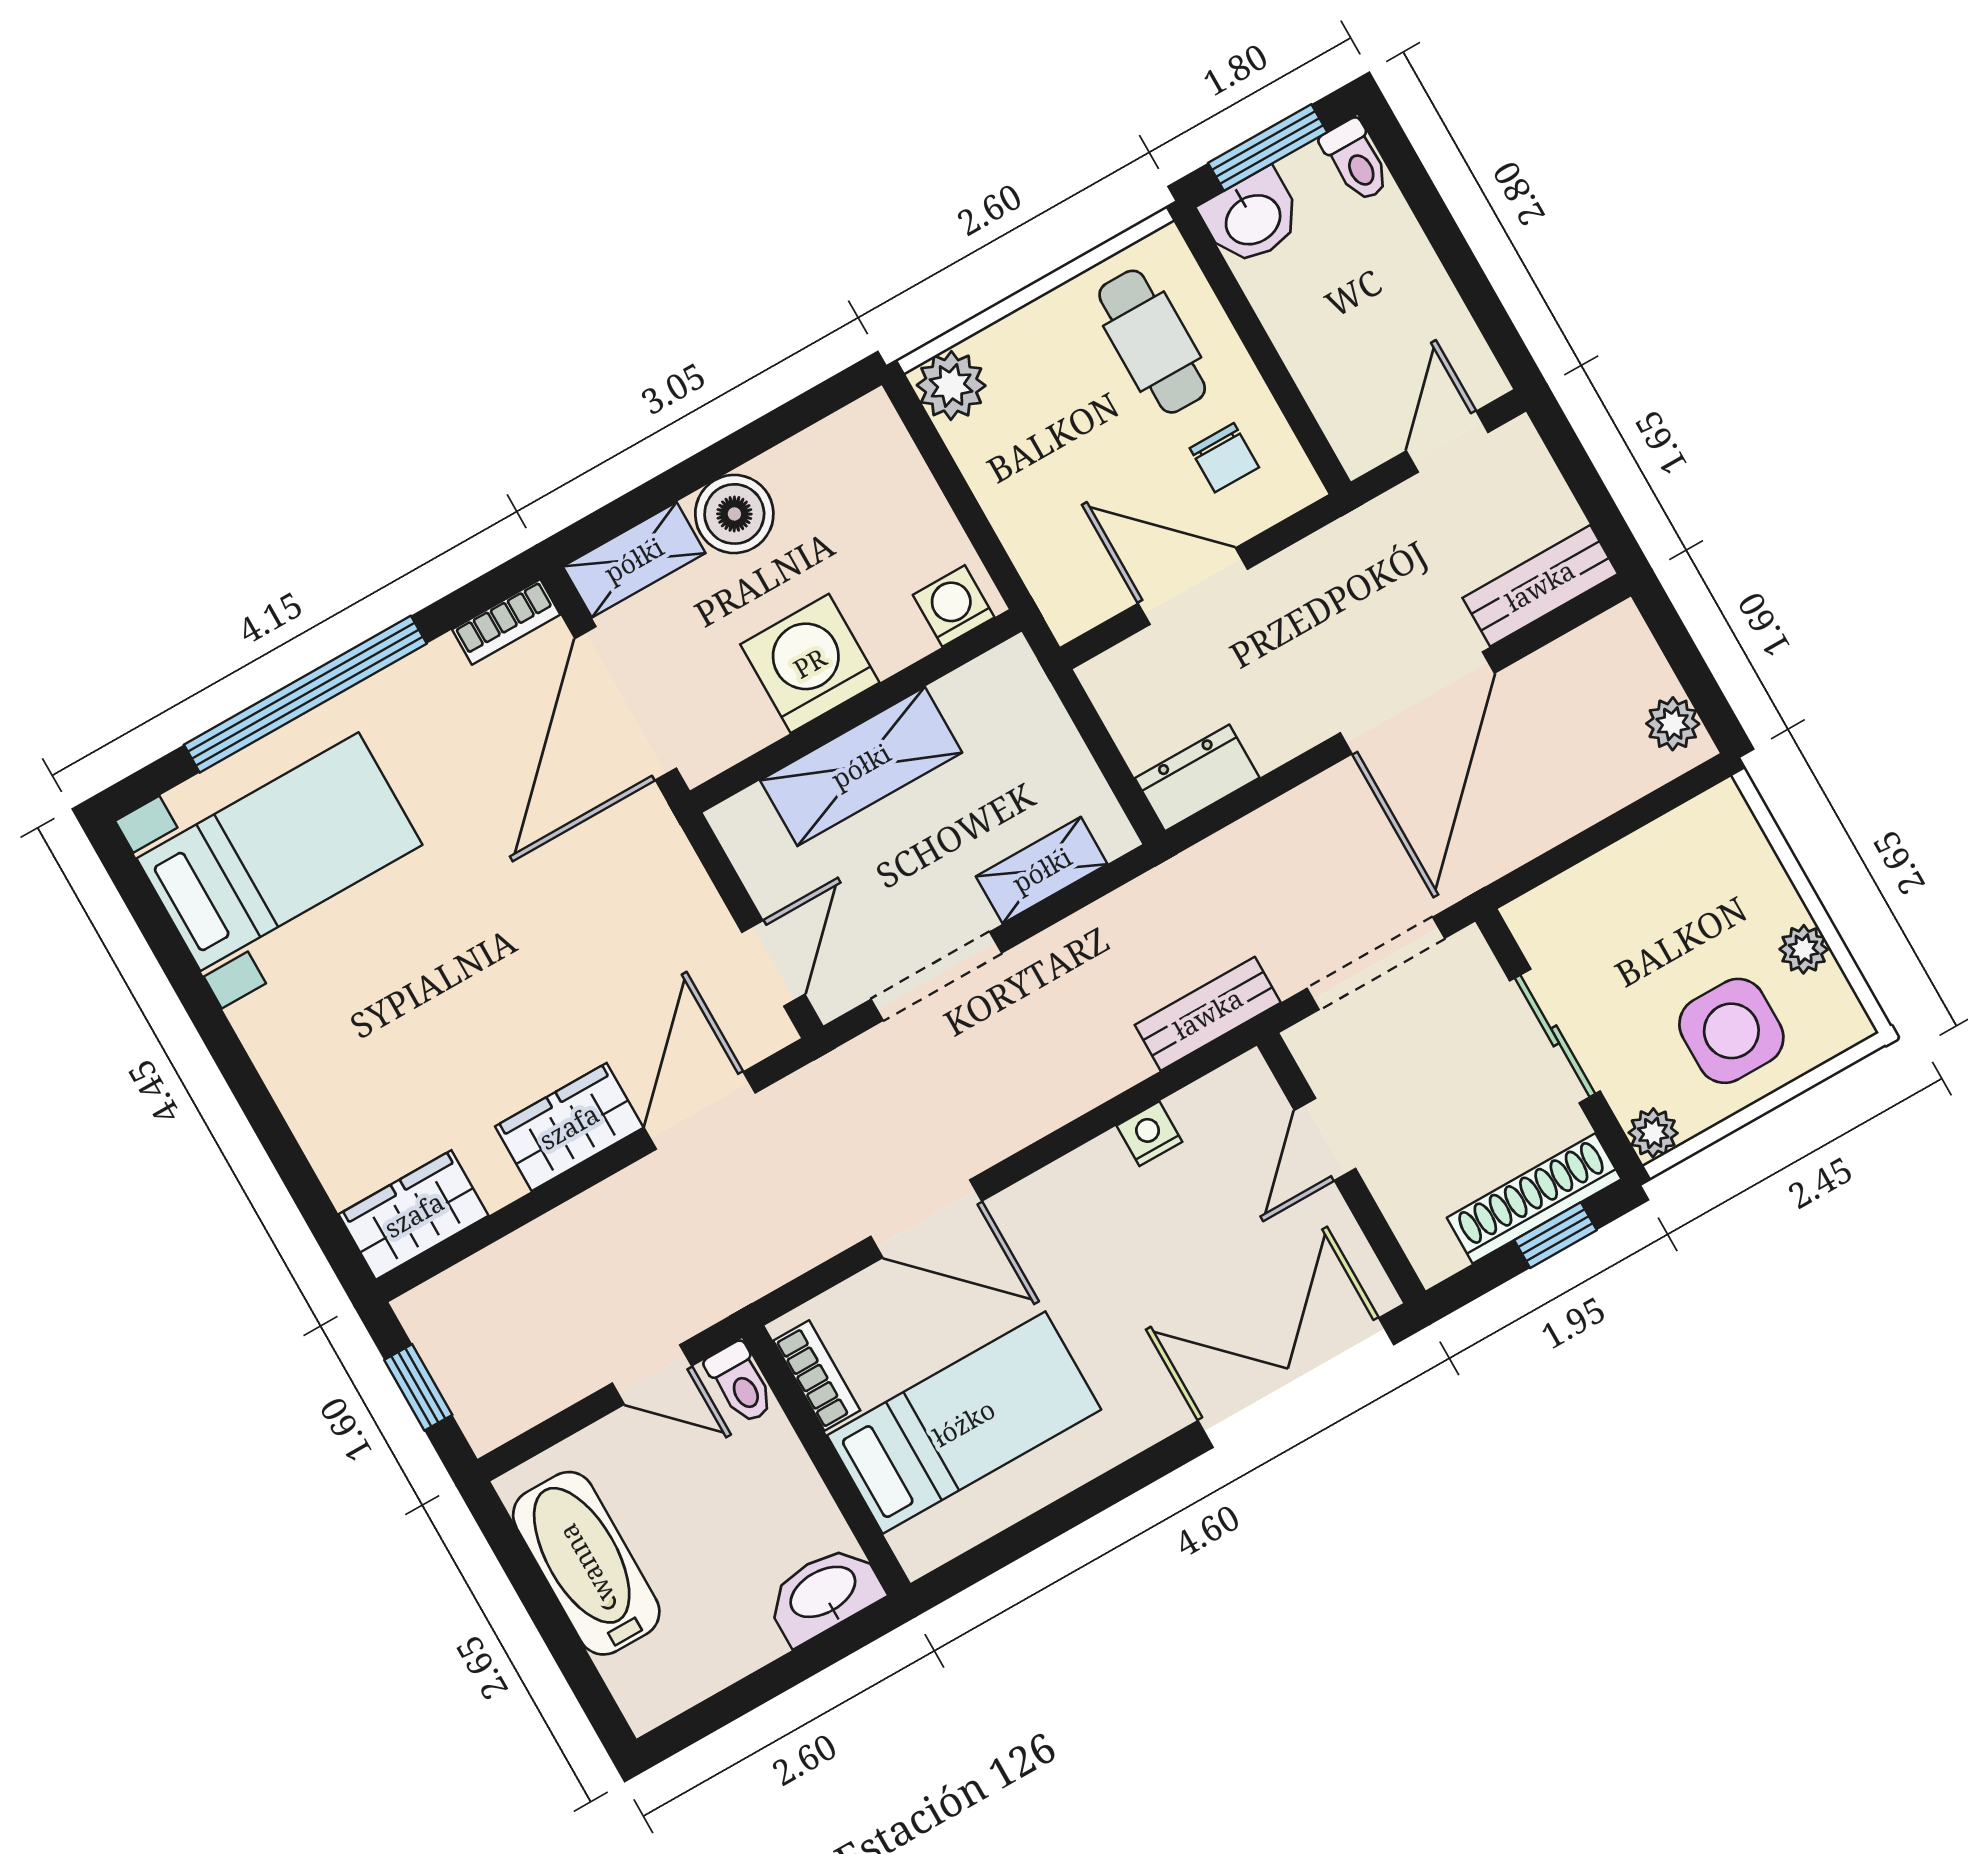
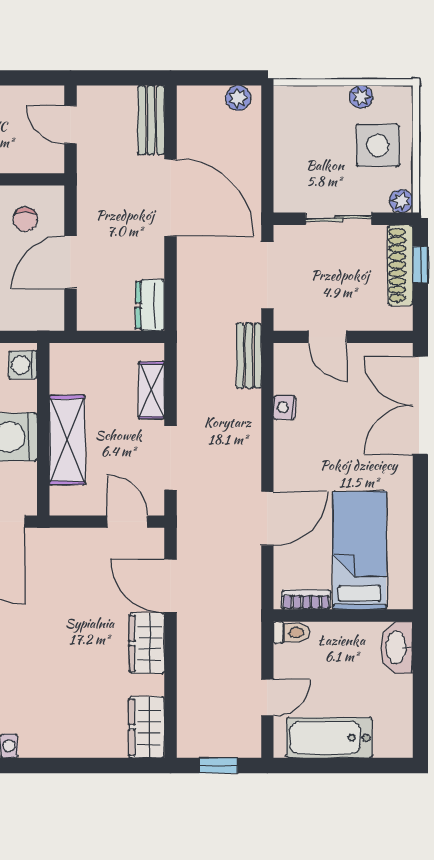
chair: (1224, 458) -> (25, 220), turned 90
door: (652, 1375) -> (267, 698), moved

